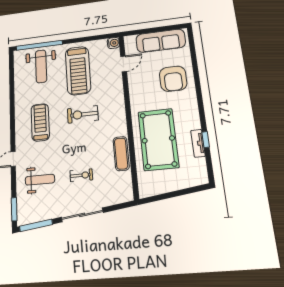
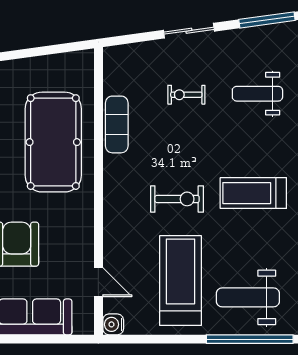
door: (124, 64) -> (98, 282), swing flipped
weight bench: (41, 66) -> (248, 297), turned -90
treadmill: (40, 122) -> (253, 193), turned 90
sliding door: (82, 215) -> (189, 31), width x0.73

